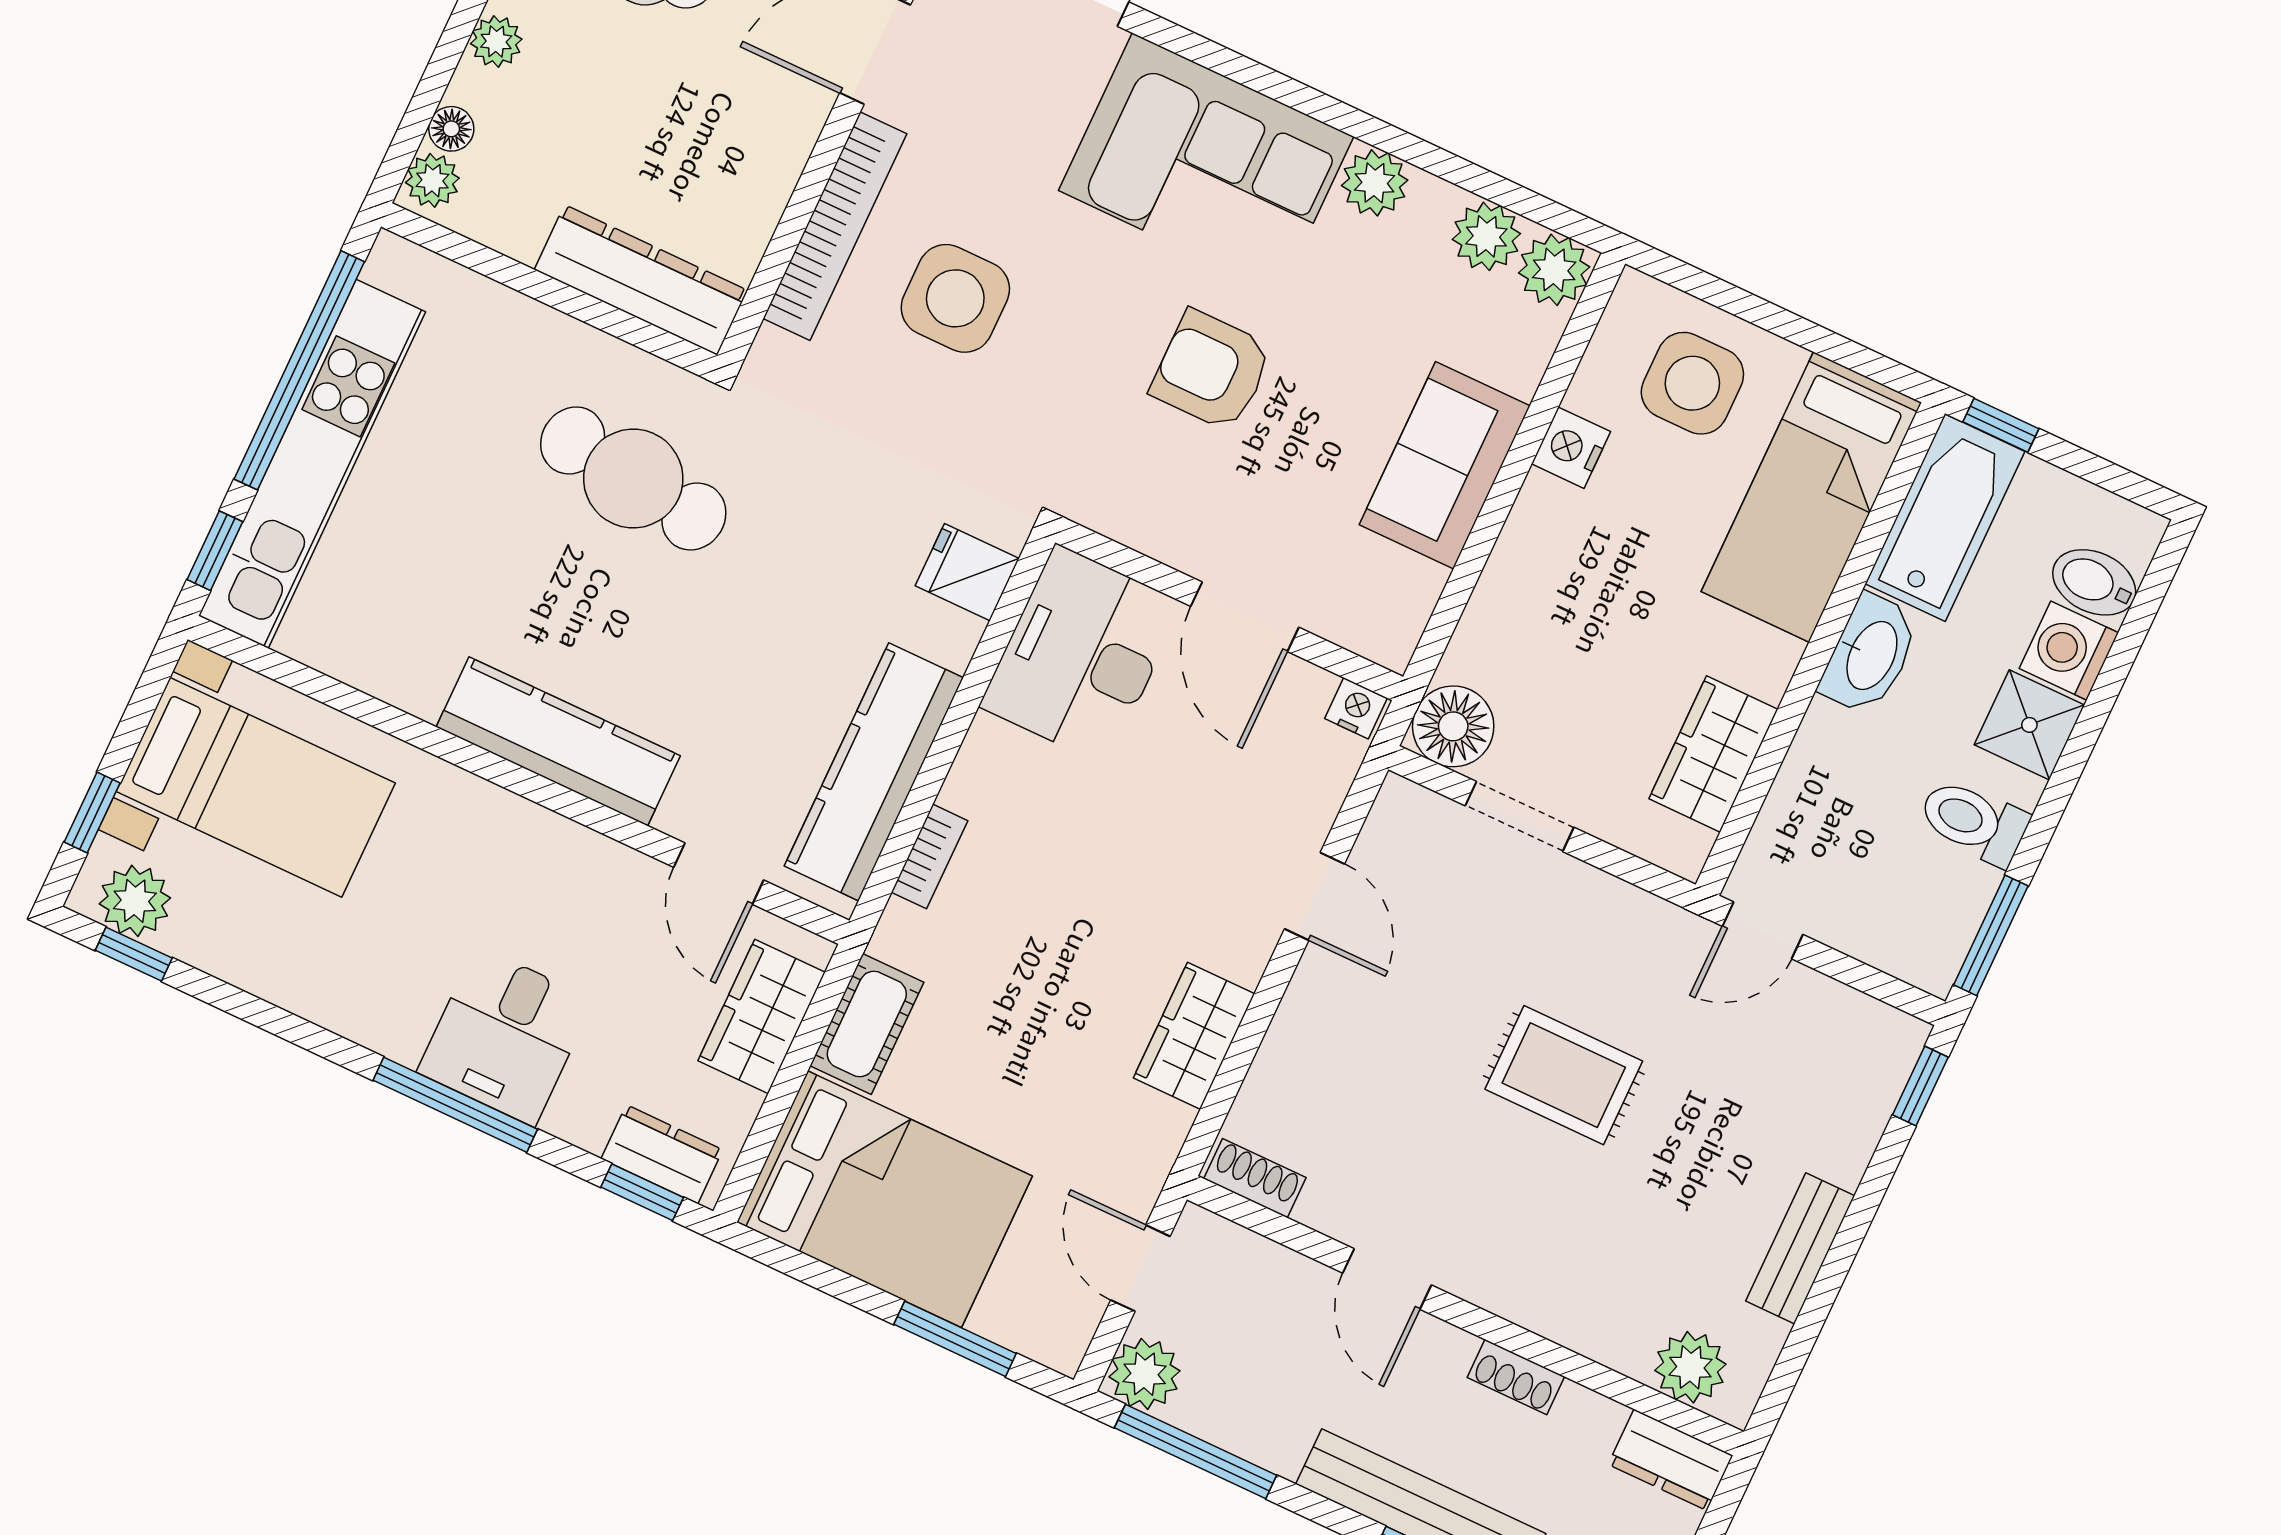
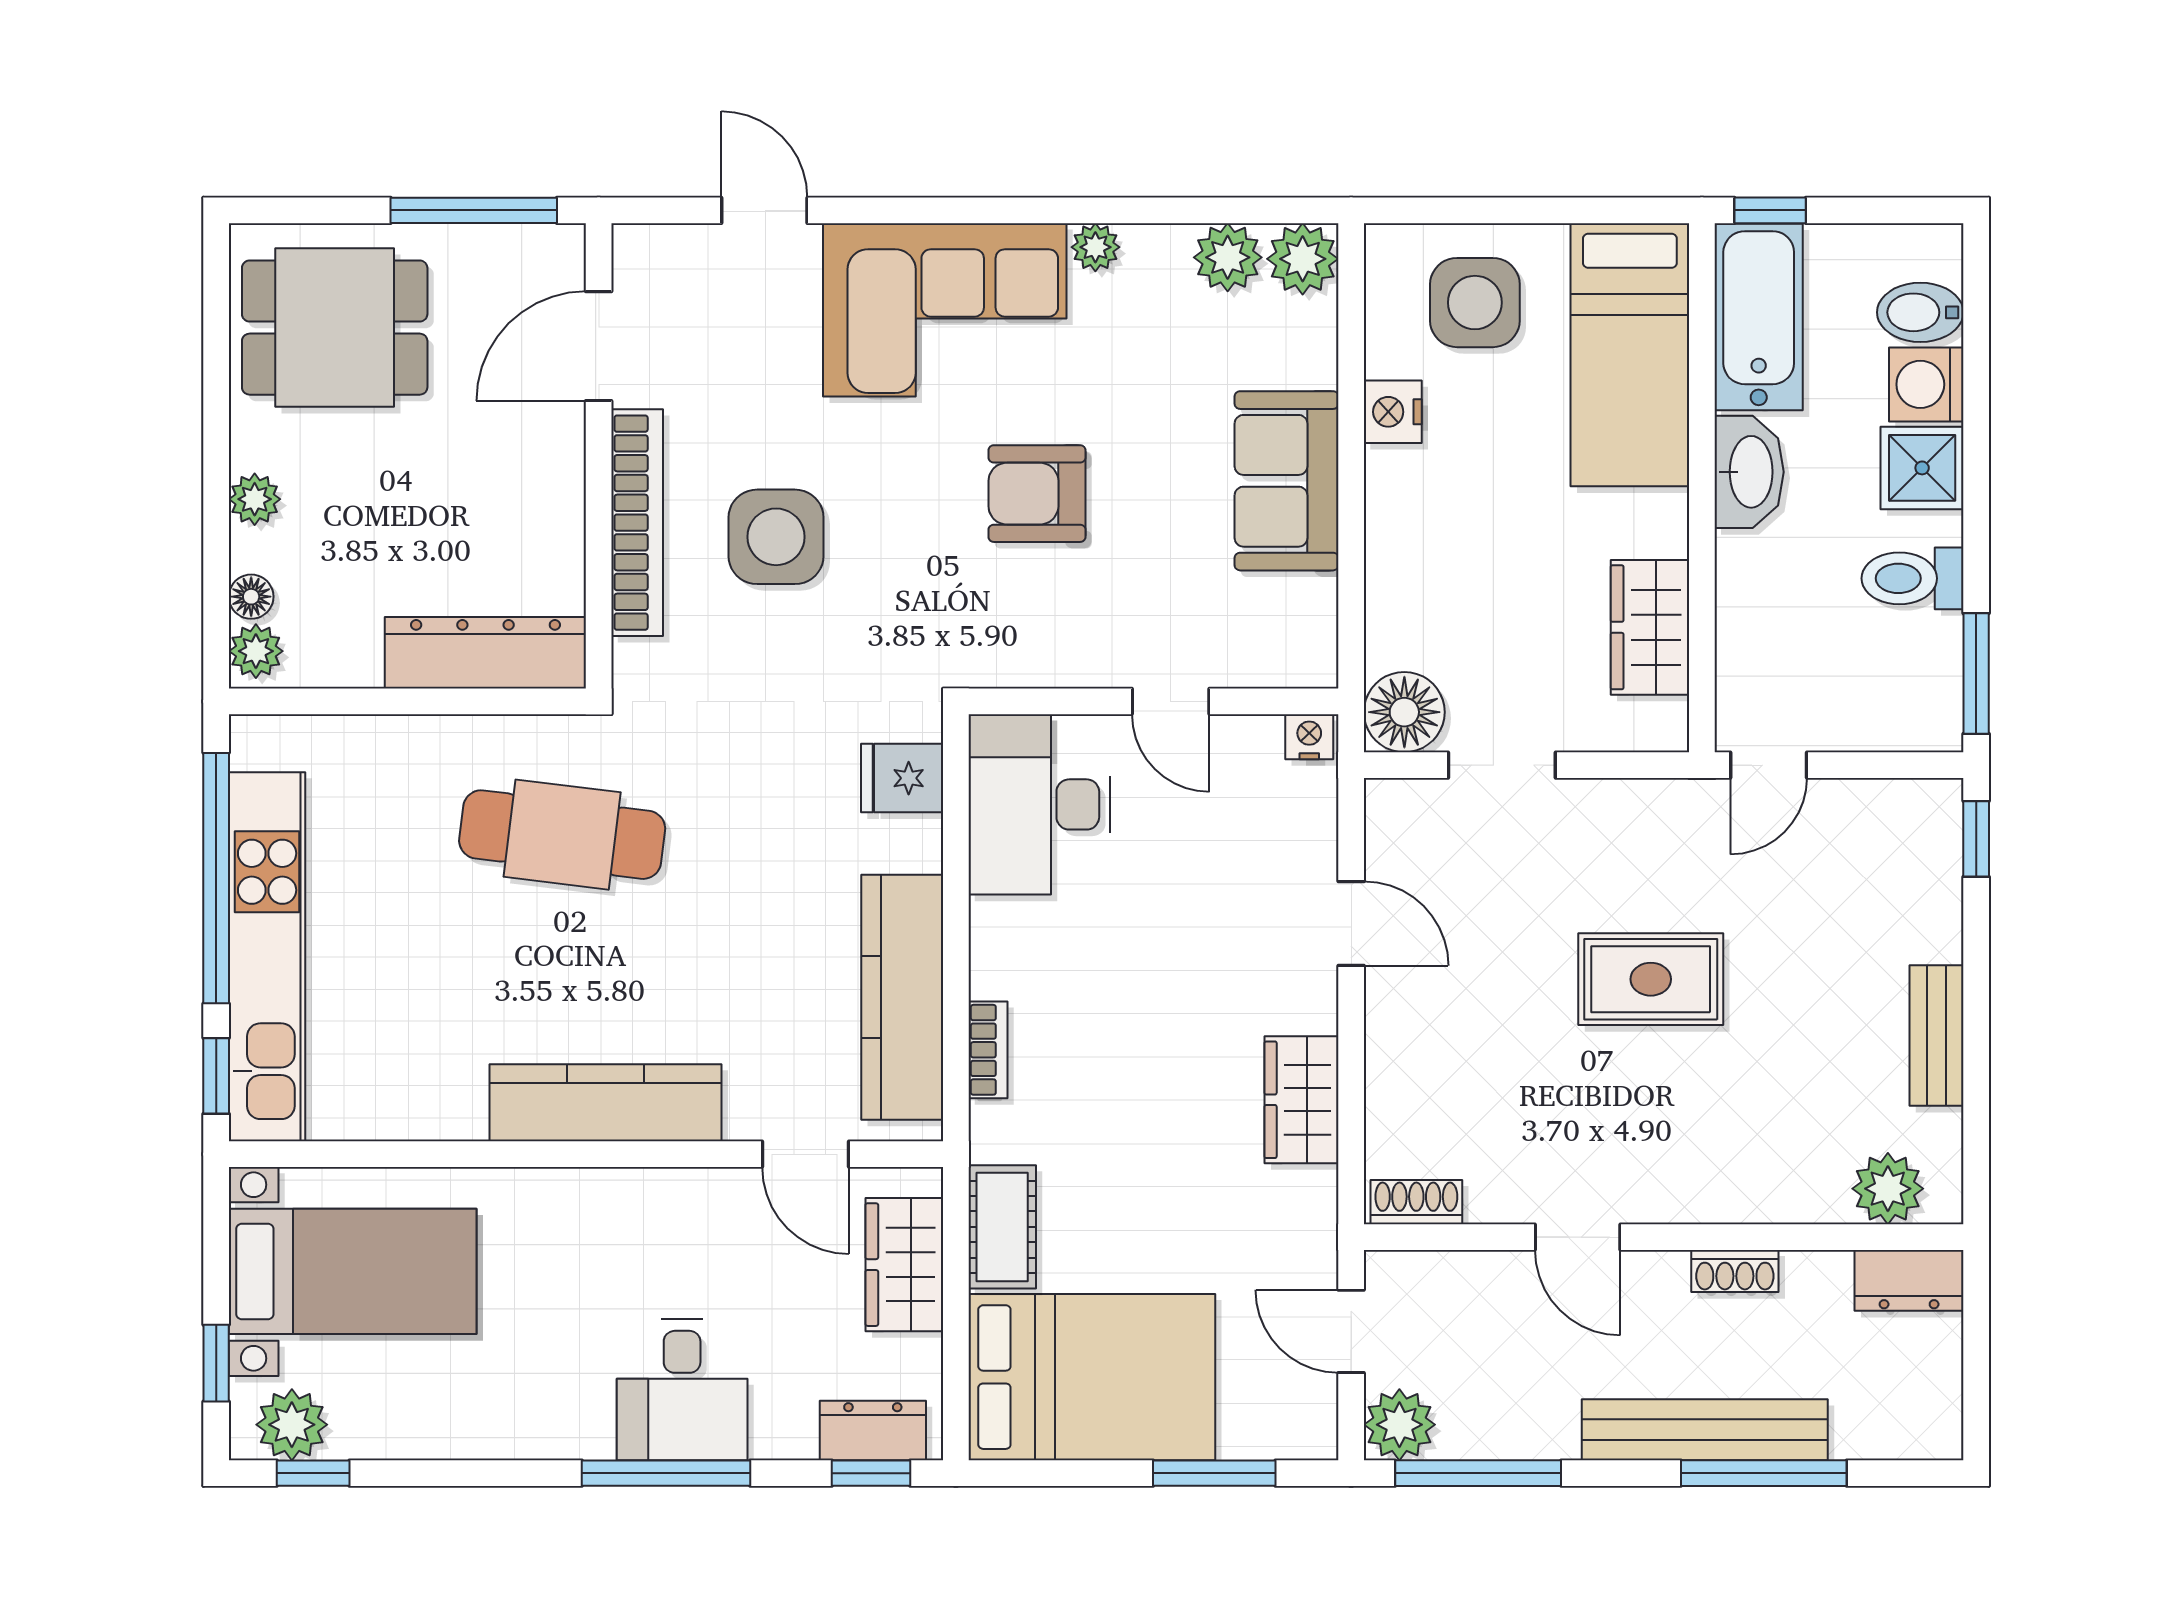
plant: (1375, 183) -> (1095, 247), width x0.73, depth x0.73
door: (1245, 617) -> (1171, 701), width x0.73

